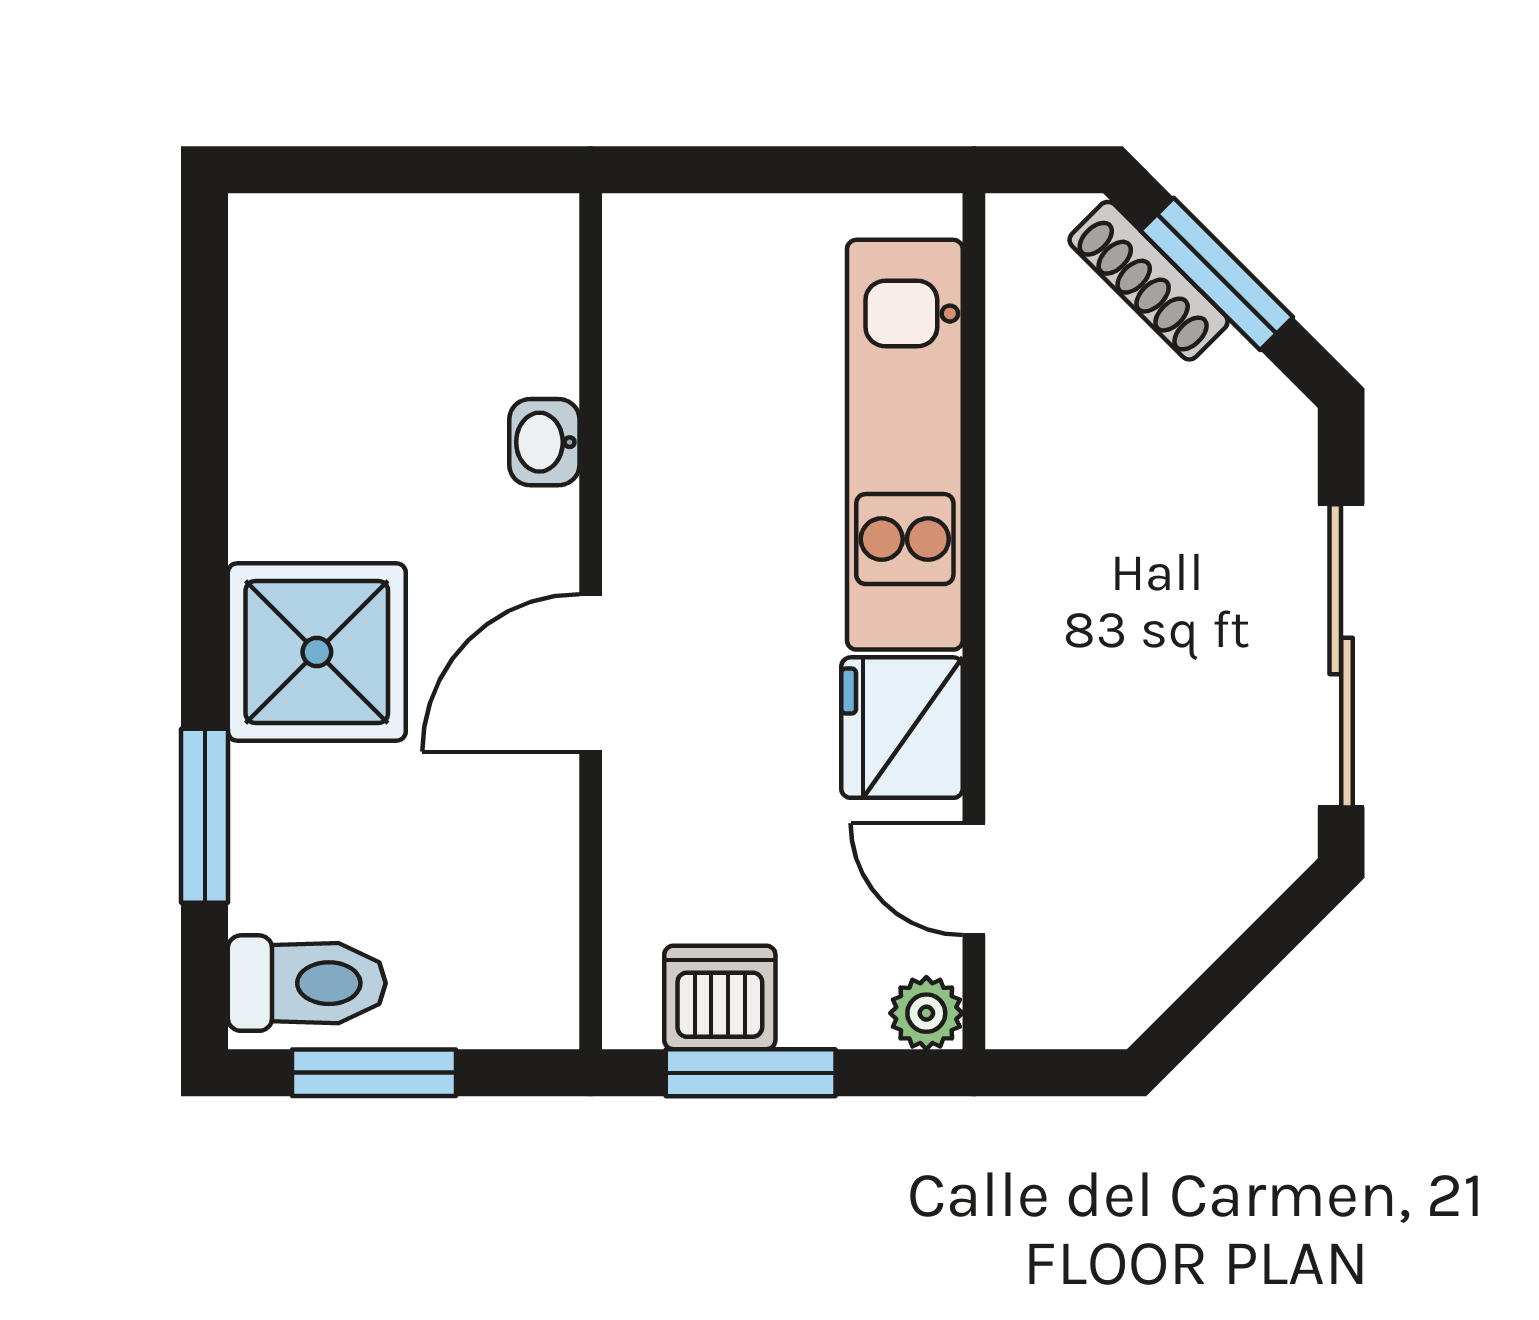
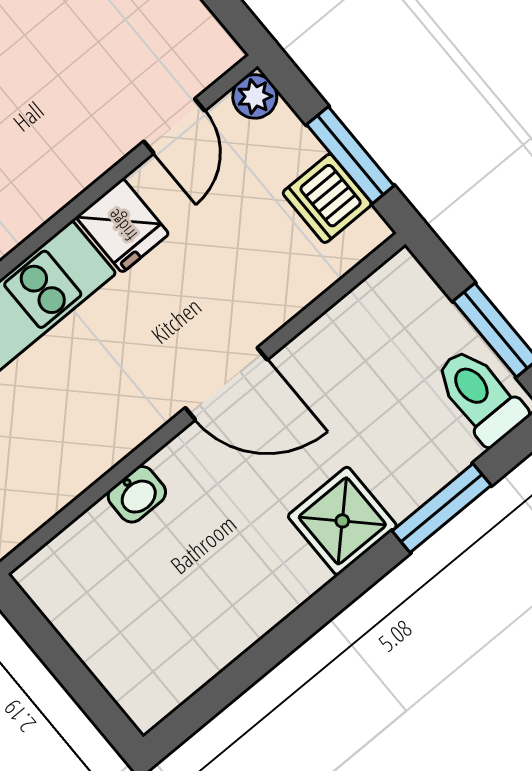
shower: (317, 652) -> (342, 521), width x0.73, depth x0.73
fridge: (902, 728) -> (122, 225), width x0.72

